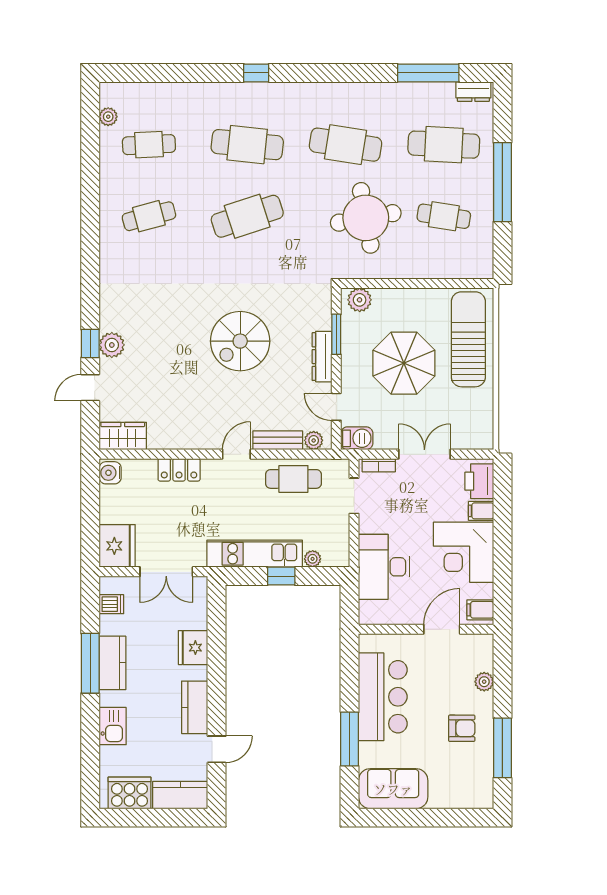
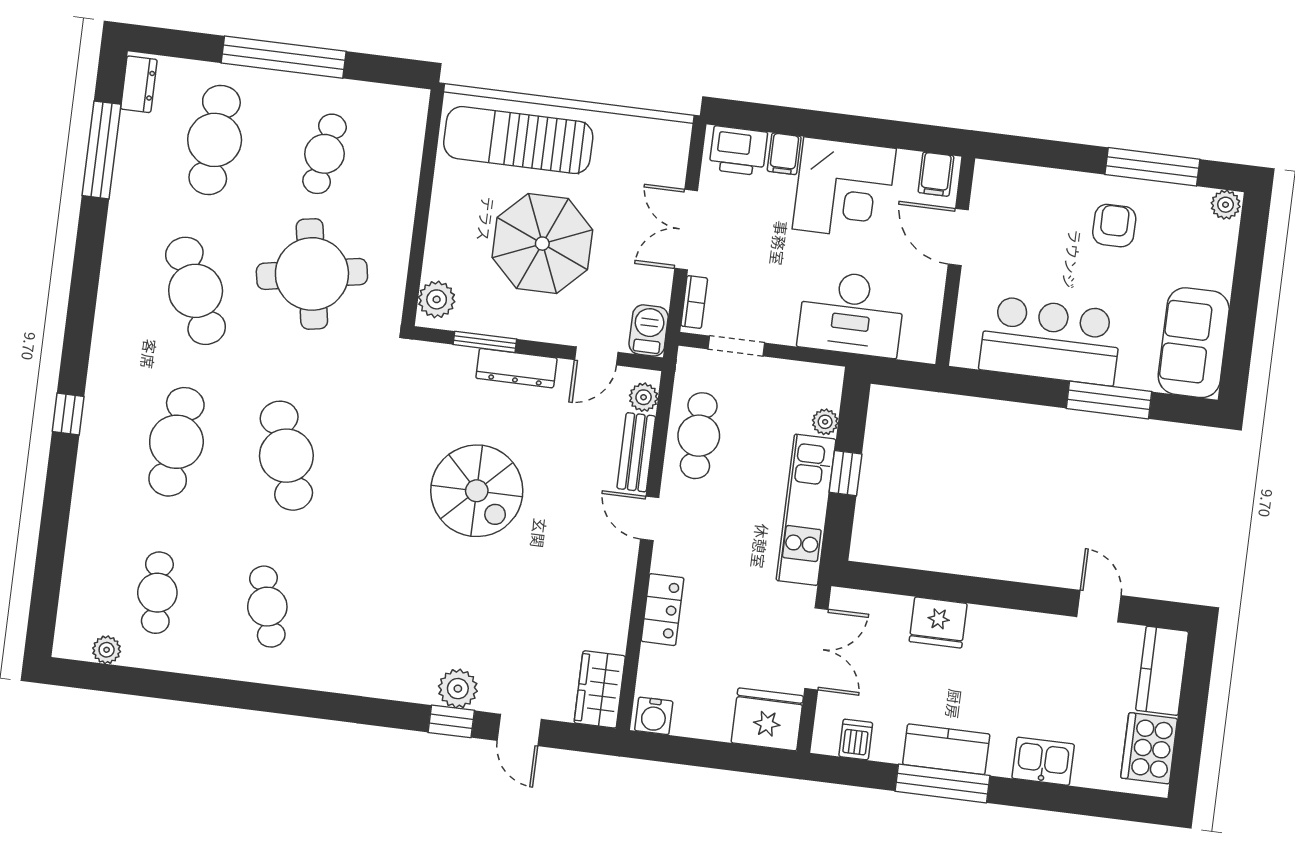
cafe table: (346, 145) -> (196, 291), turned -33
plant: (484, 682) -> (1226, 205), moved
kitchen counter: (195, 707) -> (1030, 632), removed

